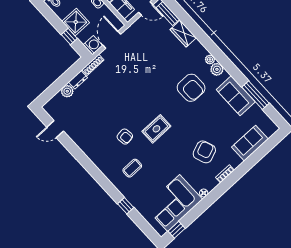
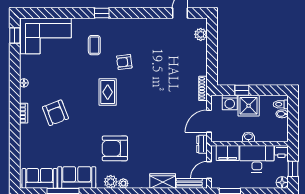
door: (112, 40) -> (209, 121), swing flipped
washing machine: (93, 45) -> (230, 103), moved
dresser: (78, 80) -> (202, 144), moved
plant: (67, 91) -> (201, 34), moved
sofa: (250, 143) -> (40, 178), moved, turned -90
corner sofa: (174, 203) -> (46, 36), moved, turned 90
window: (126, 206) -> (102, 13), moved

